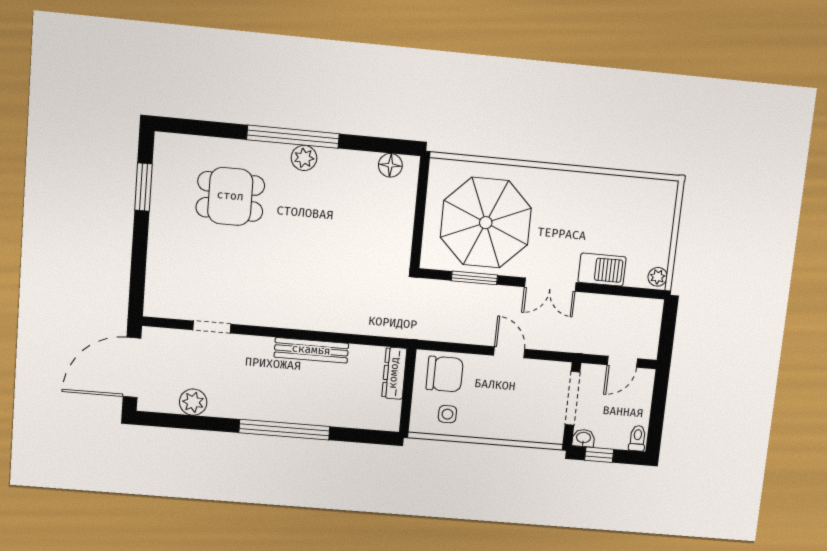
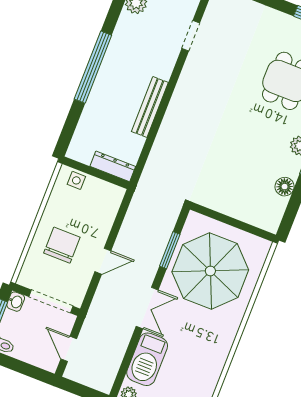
floor lamp: (390, 165) -> (285, 187), moved
barbecue: (602, 270) -> (147, 359), width x1.37, depth x1.21
double door: (550, 285) -> (147, 308), swing flipped
chair: (445, 374) -> (62, 245), moved, turned 180
side table: (447, 414) -> (76, 180), moved

